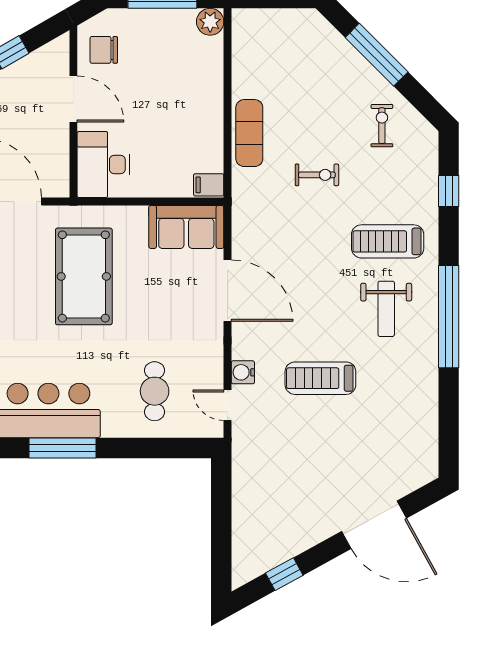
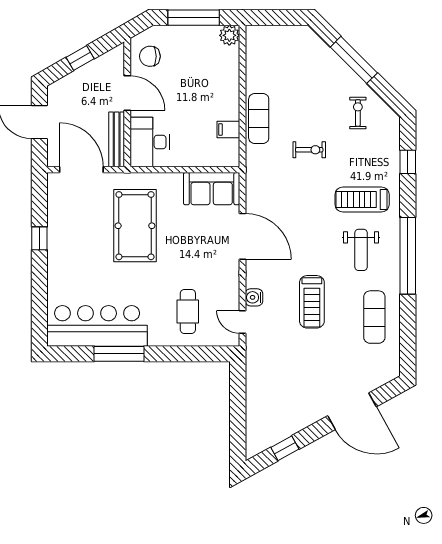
bench: (59, 161) -> (117, 139), added
filing cabinet: (209, 185) -> (228, 129), moved
treadmill: (320, 378) -> (312, 302), turned -90
exercise mat: (404, 399) -> (374, 317), added

